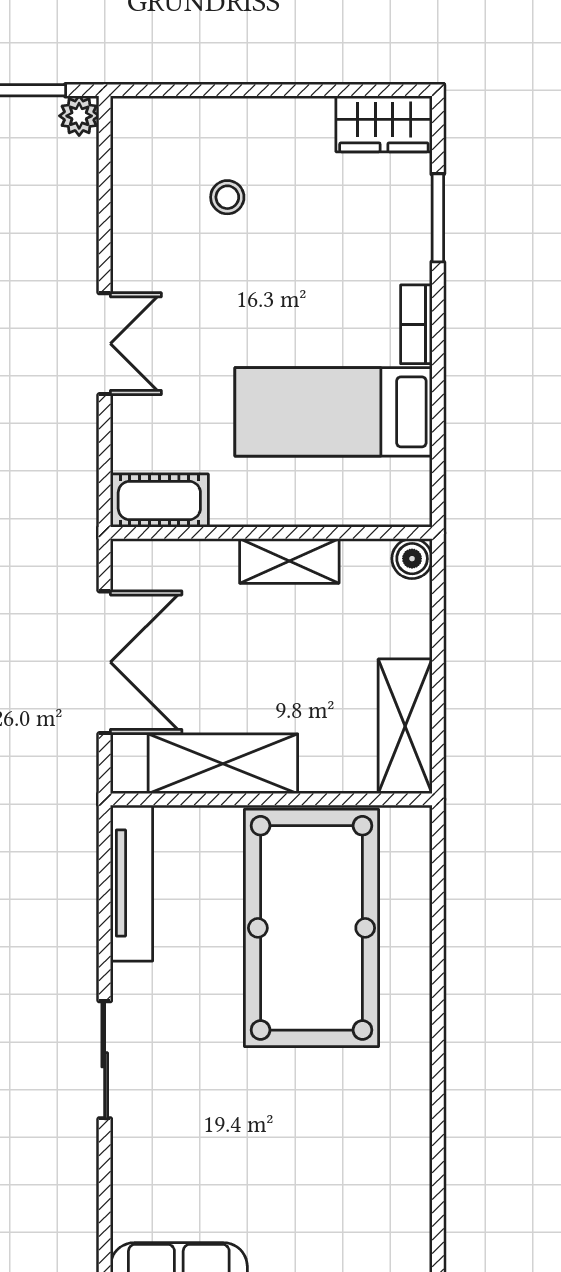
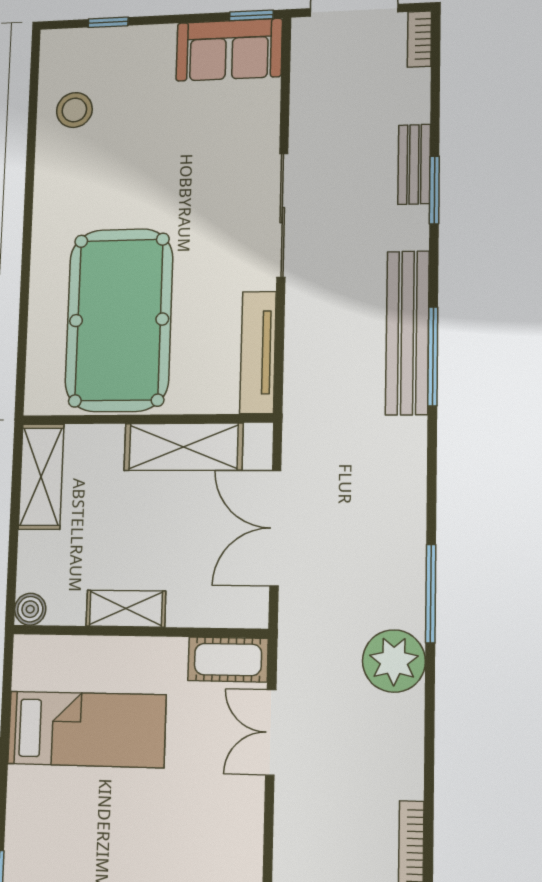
bookcase: (416, 324) -> (19, 799), removed
double door: (105, 344) -> (271, 732), moved
sliding door: (105, 1060) -> (282, 215), width x1.37
stool: (381, 1209) -> (74, 110), added

